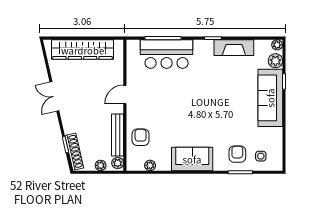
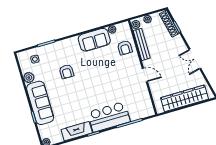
bar counter: (167, 54) -> (109, 117), moved
plant: (275, 61) -> (29, 77), moved
door: (125, 94) -> (145, 75), hinge flipped
double door: (54, 96) -> (195, 59), swing flipped
armchair: (237, 154) -> (66, 72), moved
sofa: (192, 159) -> (94, 40), moved

